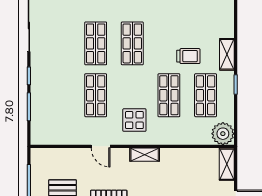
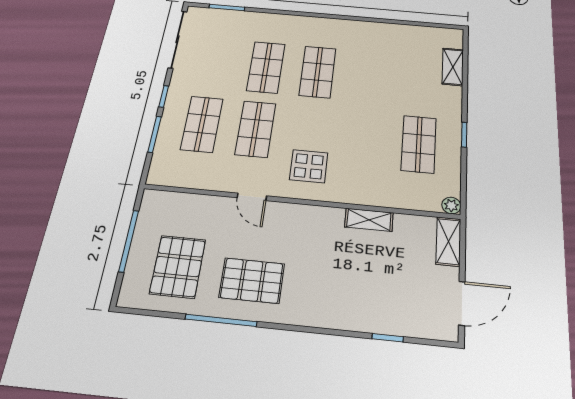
shelving: (227, 54) -> (453, 67), moved
trolley: (188, 56) -> (396, 94), removed
shop shelf: (169, 95) -> (202, 124), moved
plant: (223, 134) -> (451, 206), width x0.53, depth x0.53
shelving: (145, 155) -> (369, 220), moved

